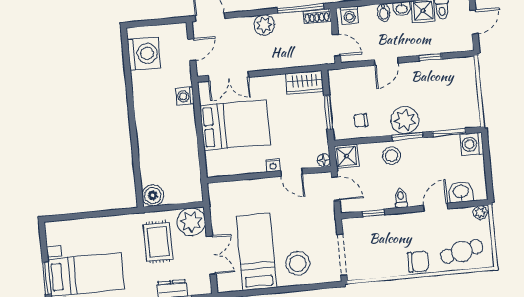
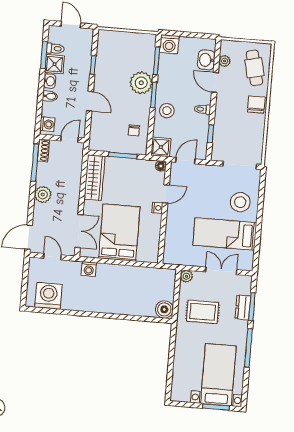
wardrobe: (305, 82) -> (94, 178), width x1.50
plant: (405, 120) -> (141, 83), moved
plant: (480, 213) -> (225, 61), moved
plant: (191, 222) -> (186, 276), width x0.53, depth x0.53

